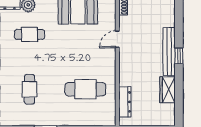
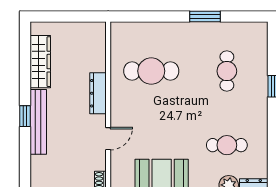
wardrobe: (168, 90) -> (40, 62), width x1.50
dresser: (125, 102) -> (98, 93), moved

